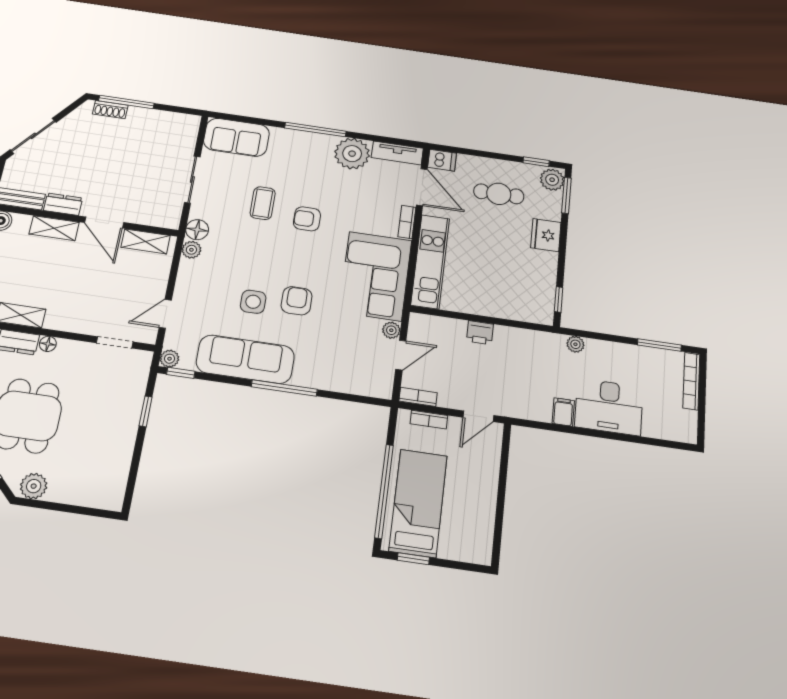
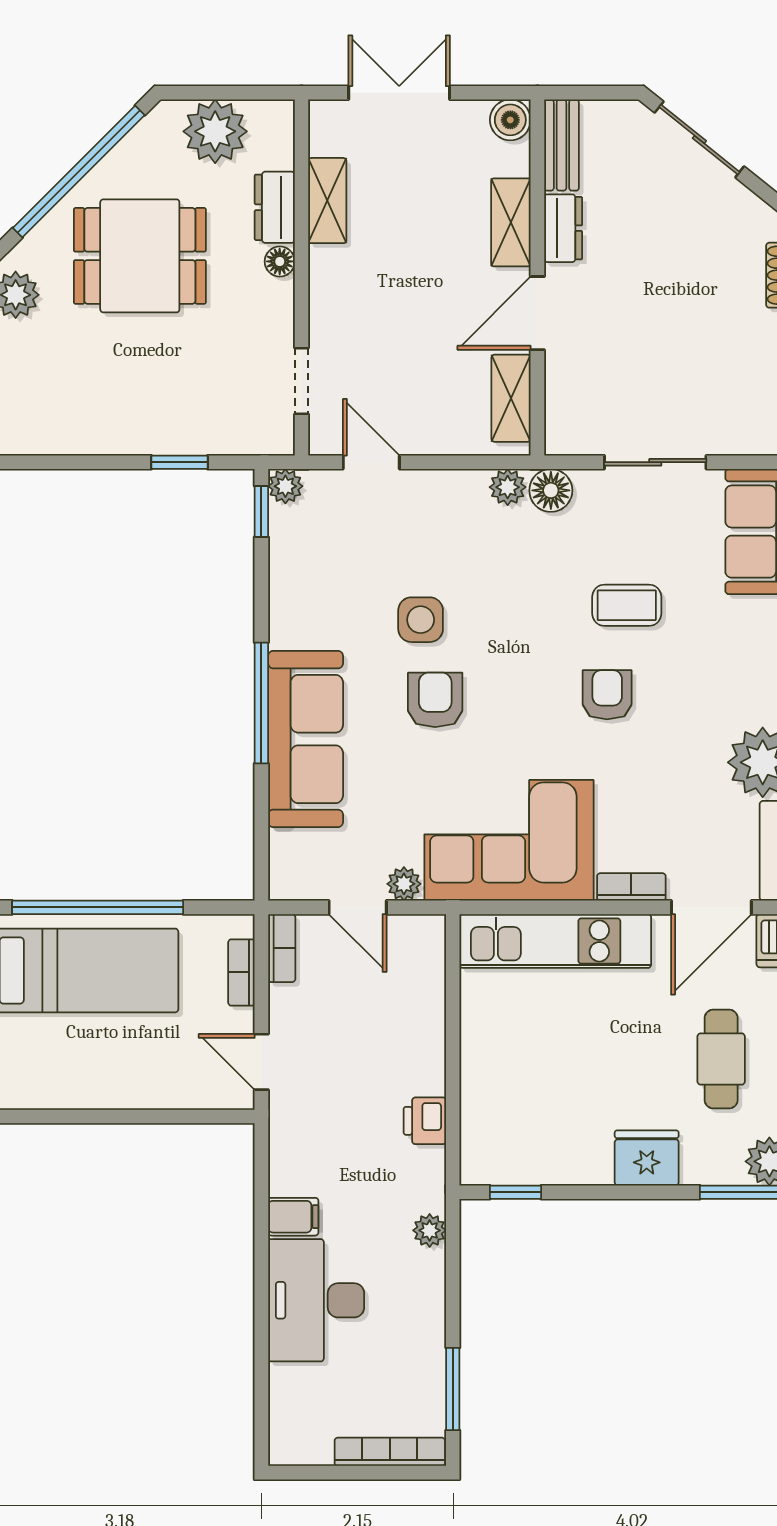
armchair: (297, 301) -> (435, 700), turned -90
printer: (480, 333) -> (425, 1121), moved
sofa: (245, 359) -> (306, 739), moved

